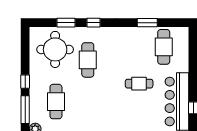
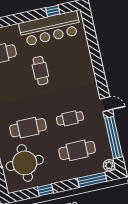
window: (25, 82) -> (45, 190), moved
cafe table: (88, 102) -> (70, 118), added

